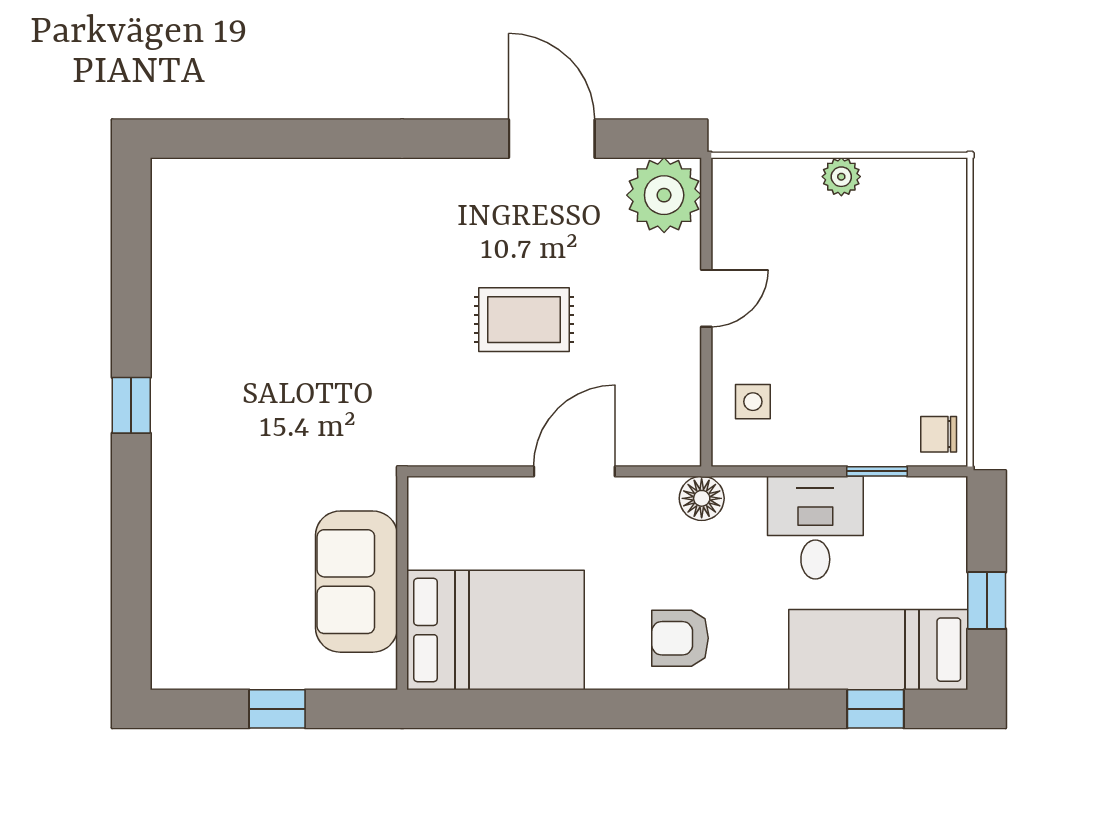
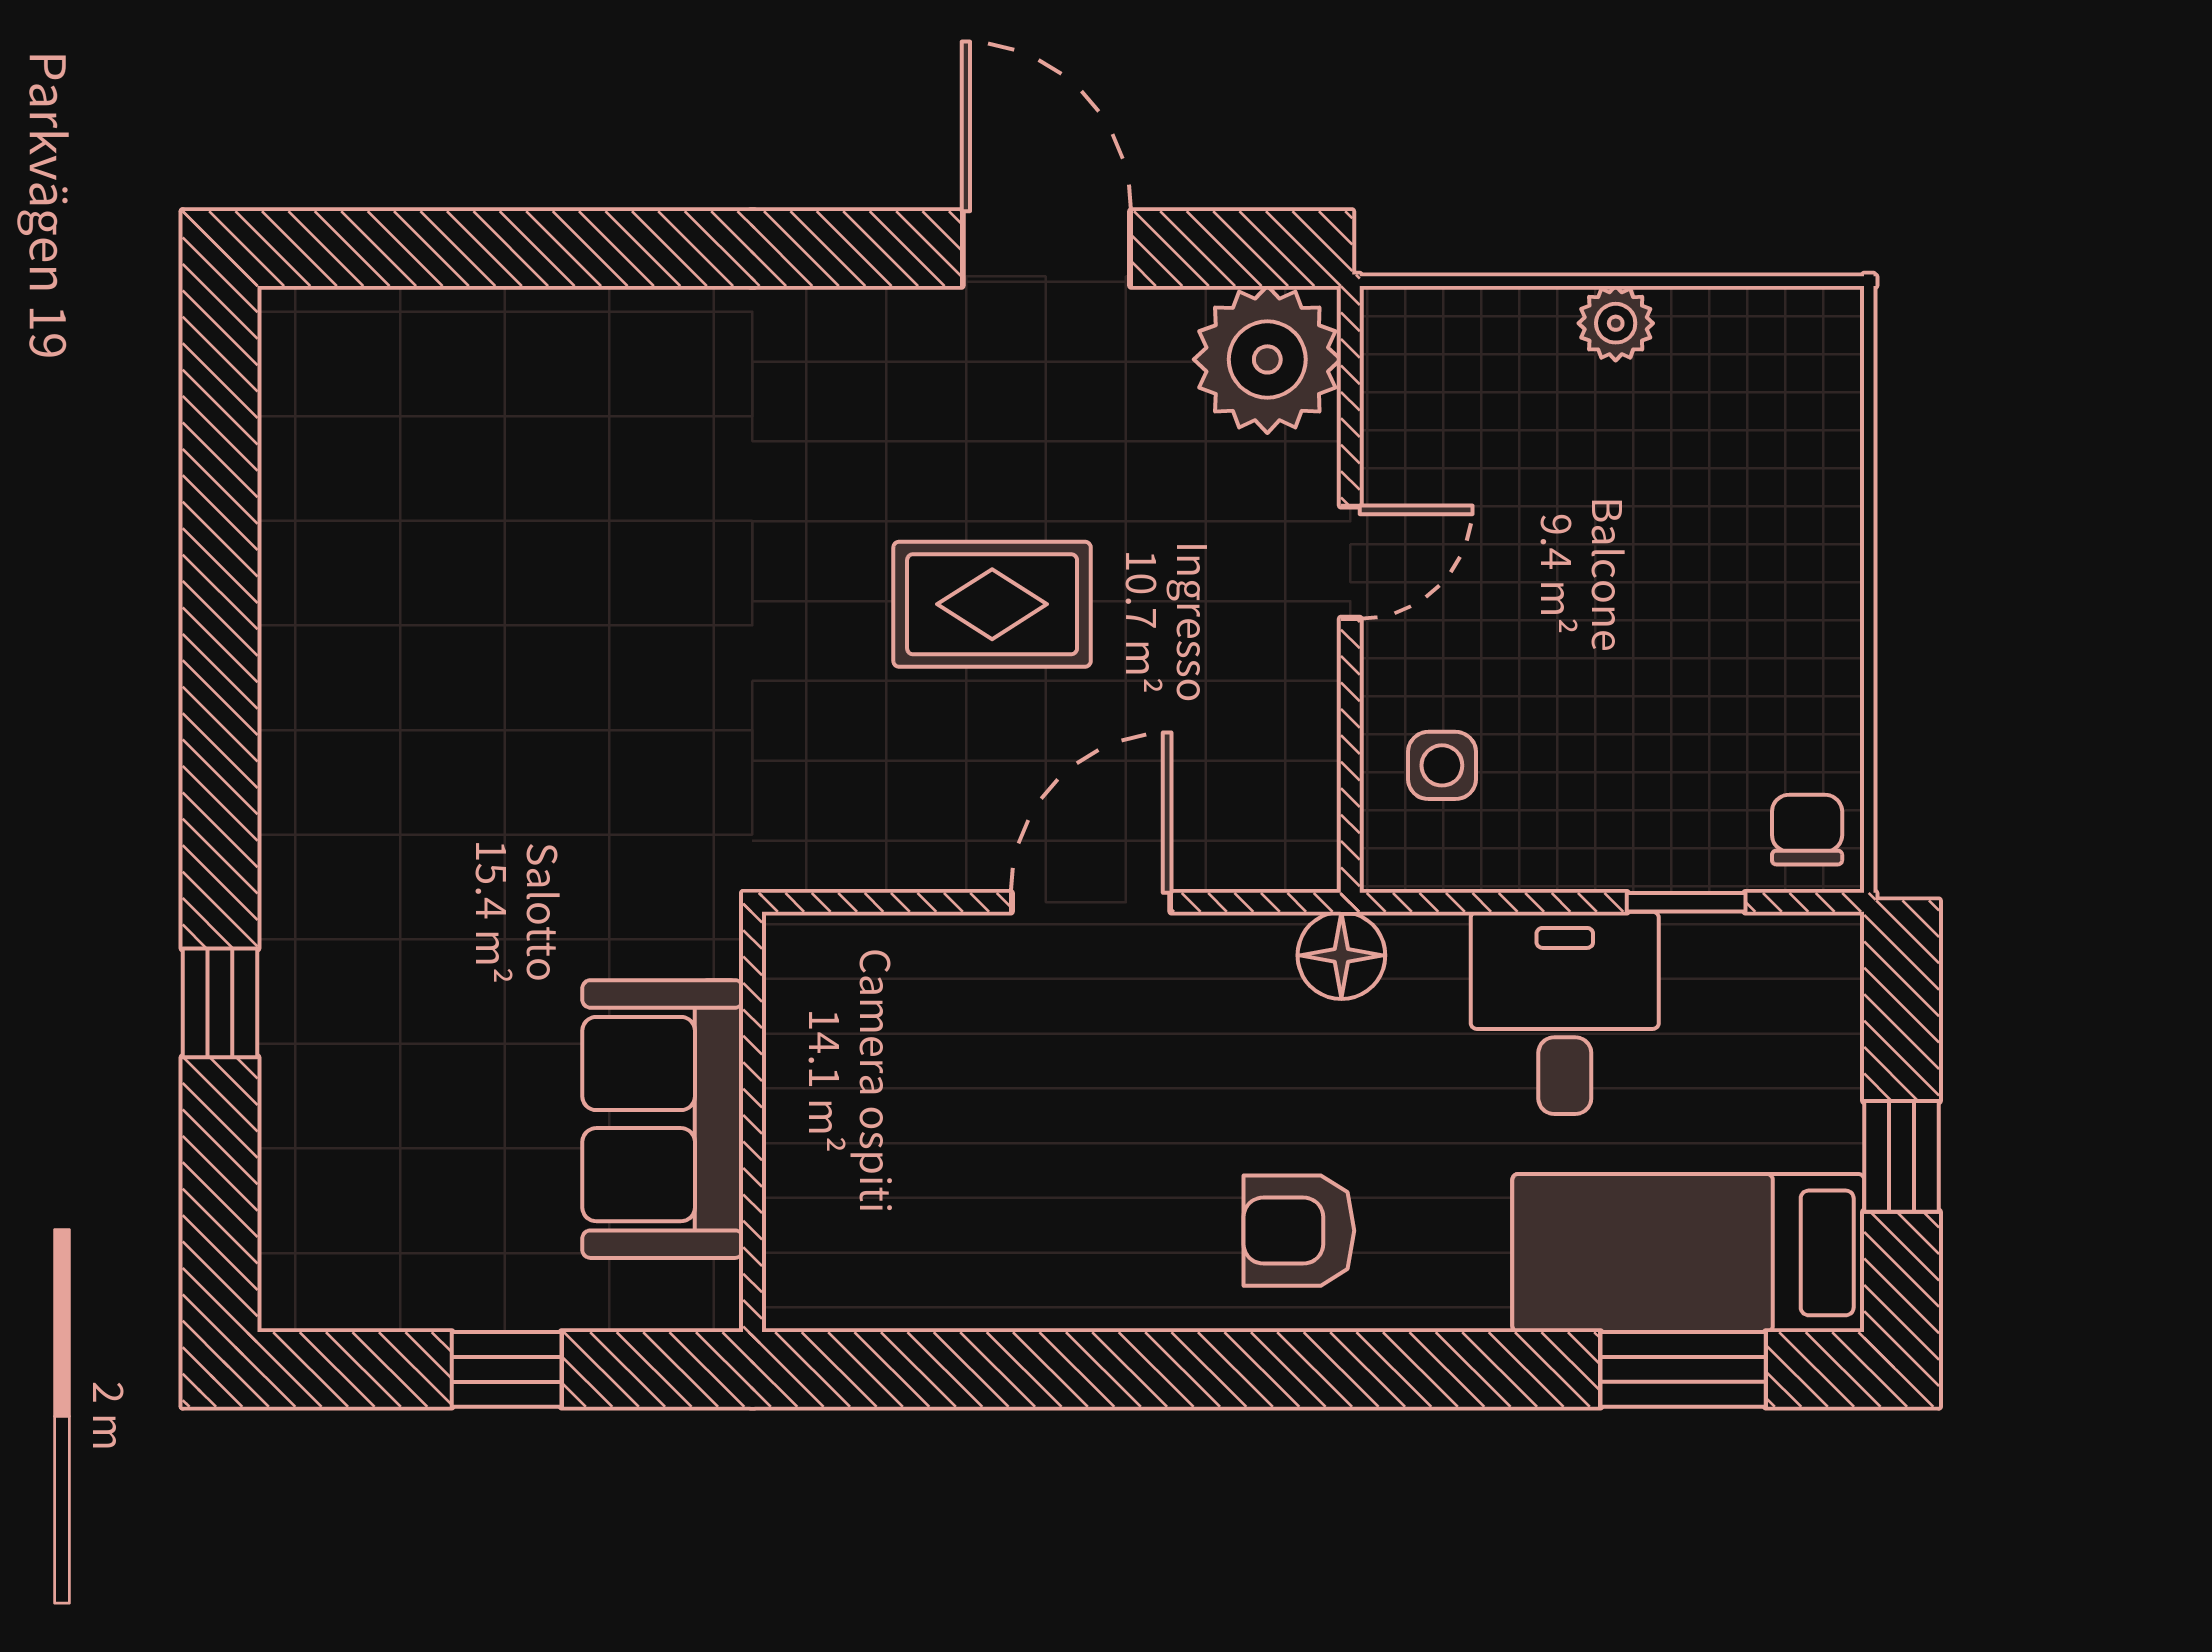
window: (131, 405) -> (220, 1003), moved
chair: (939, 434) -> (1807, 830), turned 90
bed: (496, 630) -> (936, 1214), removed
window: (876, 709) -> (1683, 1369), width x1.50

